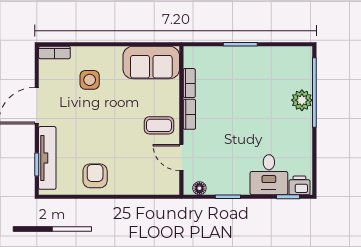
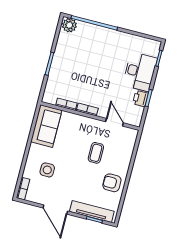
plant: (302, 100) -> (69, 25), moved
coffee table: (159, 125) -> (96, 153), moved
door: (181, 157) -> (115, 122), swing flipped
desk: (269, 175) -> (140, 72), width x1.37
printer: (299, 185) -> (140, 98), moved
floor lamp: (199, 188) -> (138, 116), removed

